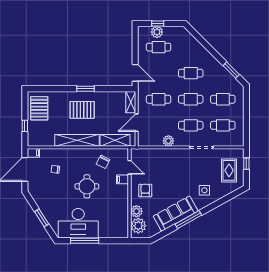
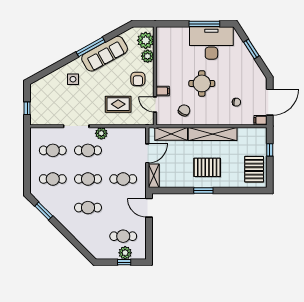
plant: (168, 141) -> (101, 133), moved
rug: (229, 170) -> (118, 104), moved, turned 90

